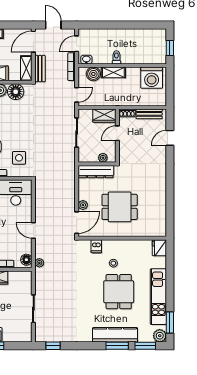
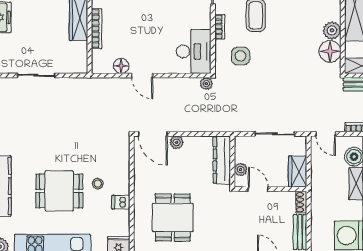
door: (117, 133) -> (258, 189), moved
dining table: (120, 207) -> (173, 217), moved
door: (33, 230) -> (142, 75), swing flipped
dishwasher: (96, 246) -> (121, 202), moved
floor lamp: (26, 260) -> (121, 66), moved
plant: (39, 263) -> (206, 84), moved

